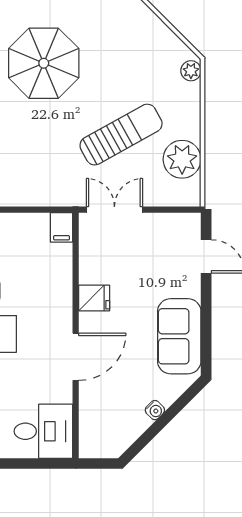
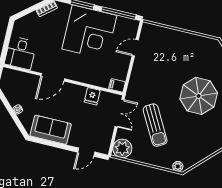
plant: (182, 159) -> (122, 148), moved
fridge: (94, 298) -> (92, 96), moved
door: (76, 357) -> (53, 77), hinge flipped

